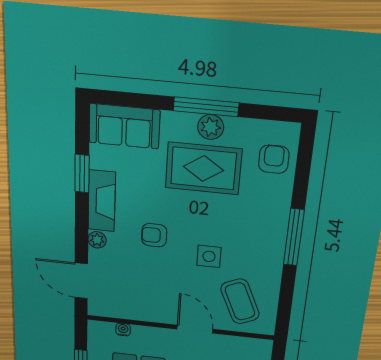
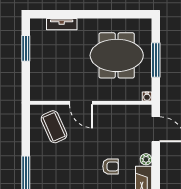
side table: (209, 256) -> (76, 156), removed
water cooler: (123, 330) -> (147, 97), moved

